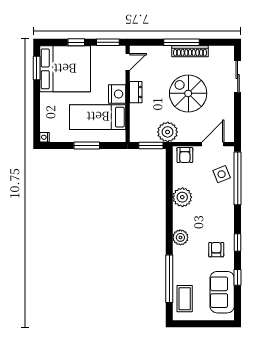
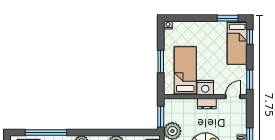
window: (76, 42) -> (250, 37), moved
door: (128, 62) -> (233, 97), swing flipped
bed: (65, 69) -> (237, 43), width x0.49

